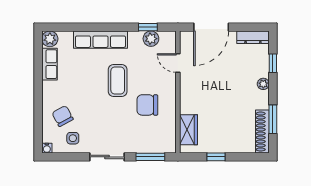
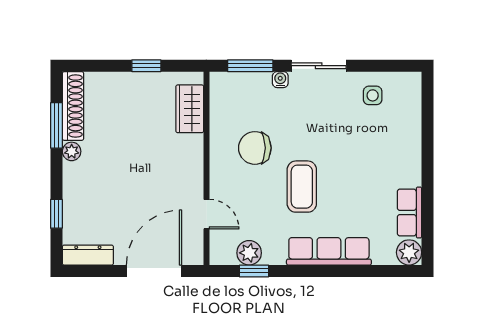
plant: (263, 84) -> (72, 151), moved
chair: (147, 105) -> (255, 148), turned 180
chair: (63, 116) -> (389, 130), removed
water cooler: (47, 148) -> (280, 80), moved

